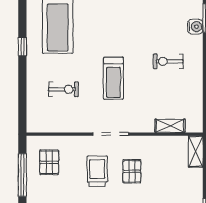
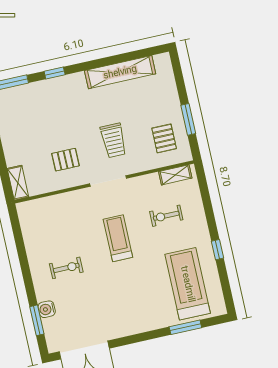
shelving: (170, 126) -> (175, 175), moved
pallet: (132, 171) -> (65, 160), moved, turned 90
window: (22, 175) -> (188, 119), width x0.69

